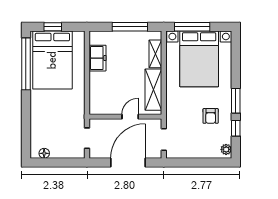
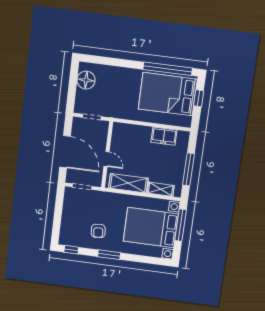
armchair: (211, 116) -> (98, 231), turned -95
window: (236, 128) -> (71, 250), moved
plant: (226, 149) -> (67, 241), removed
floor lamp: (44, 153) -> (86, 80), width x1.89, depth x1.89

